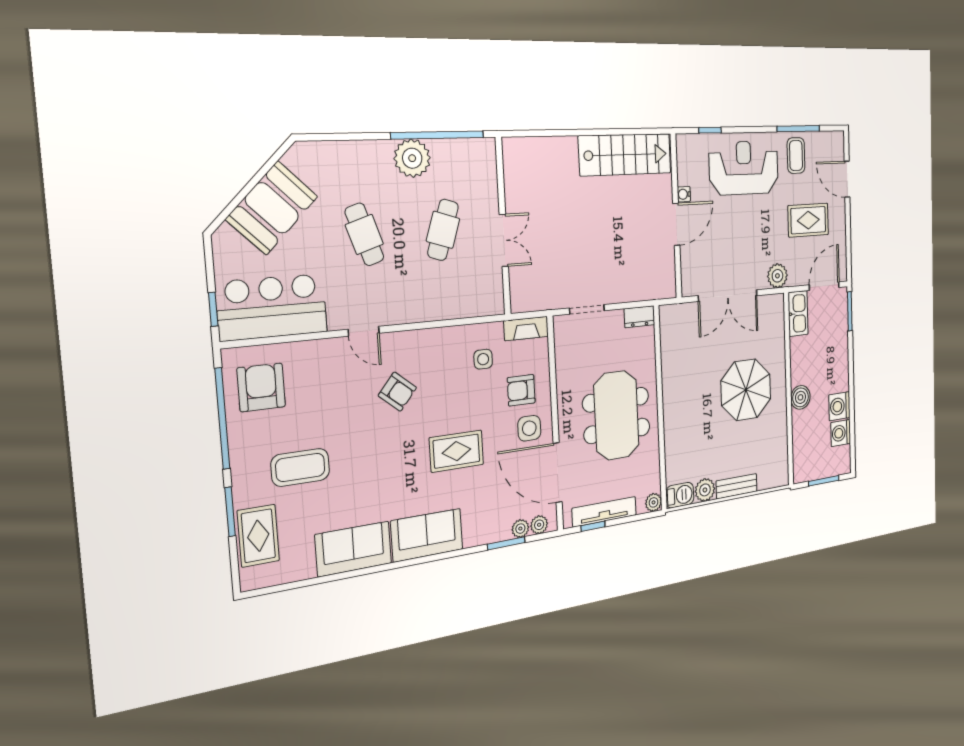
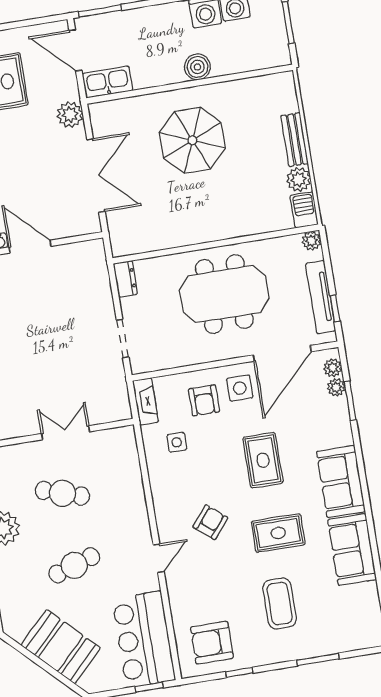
window: (222, 419) -> (239, 672), width x0.32
rug: (258, 536) -> (278, 533), moved

